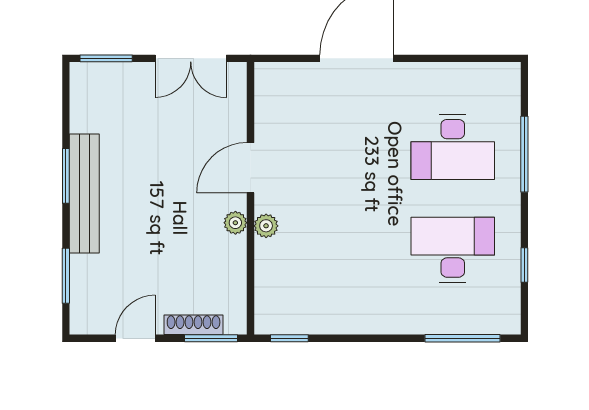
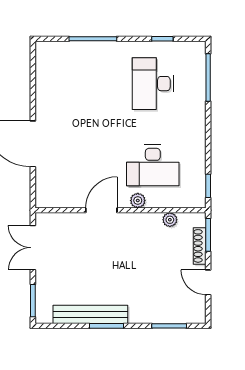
double door: (191, 58) -> (33, 248), swing flipped
desk: (453, 147) -> (153, 165), moved, turned 90
door: (250, 168) -> (101, 210), swing flipped
bench: (84, 193) -> (90, 314), moved
plant: (235, 223) -> (170, 220), moved

